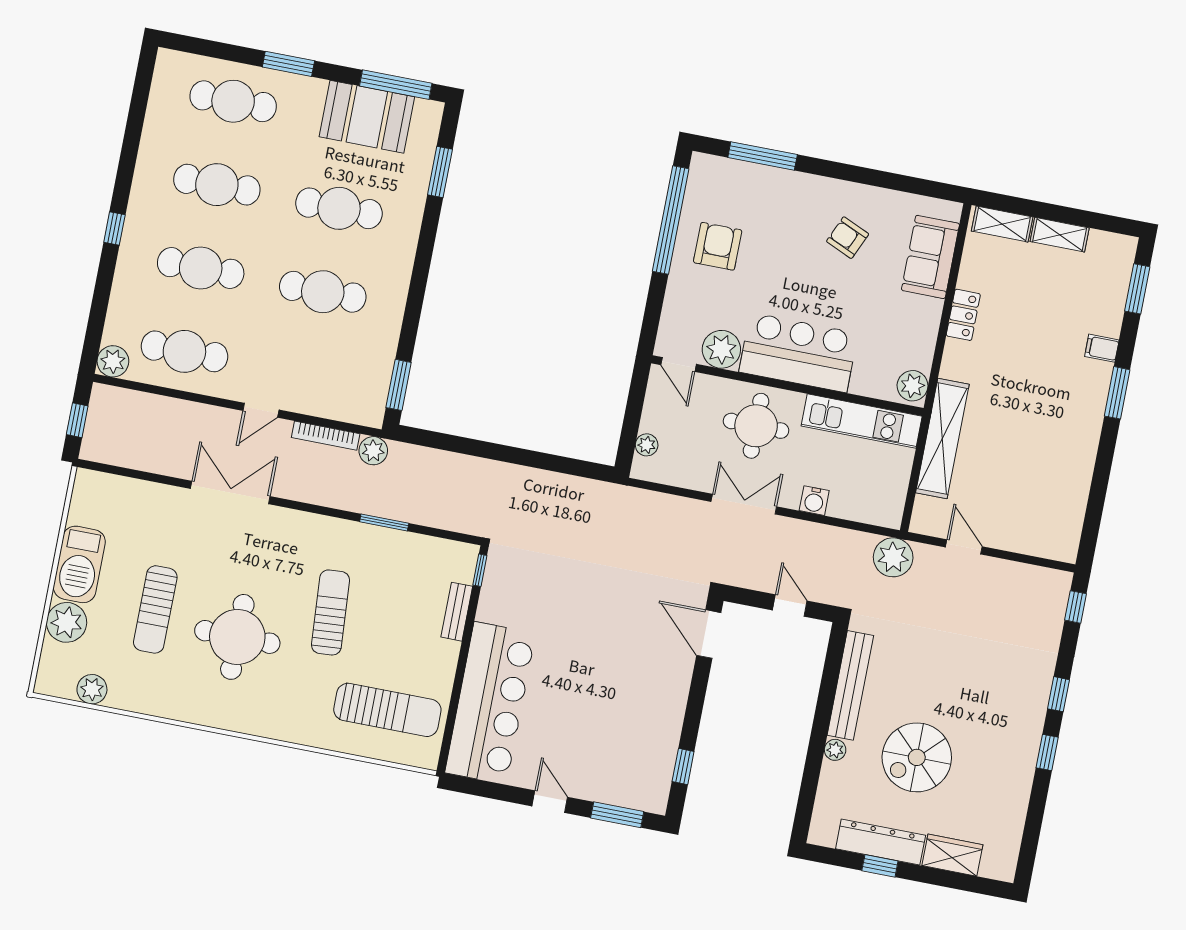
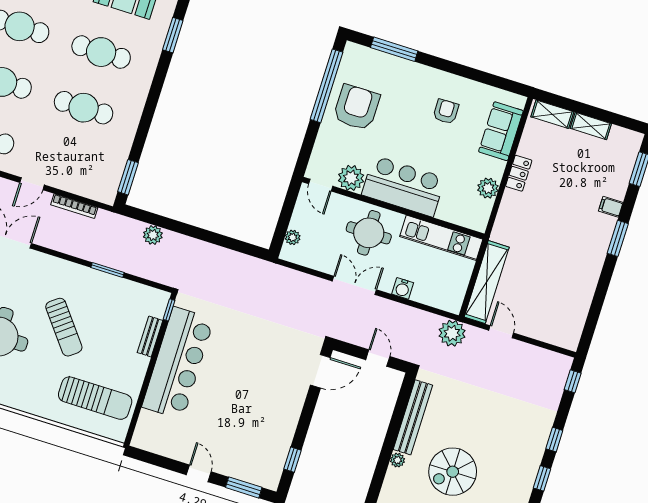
armchair: (848, 238) -> (446, 112), turned 65
armchair: (718, 246) -> (356, 107), width x1.36, depth x1.36
plant: (913, 386) -> (488, 188), moved
shelving: (942, 439) -> (487, 282), moved
plant: (373, 451) -> (153, 235), moved
sun lounger: (330, 612) -> (64, 327), turned 146
door: (709, 634) -> (320, 371), swing flipped
bar counter: (490, 703) -> (178, 363), moved

